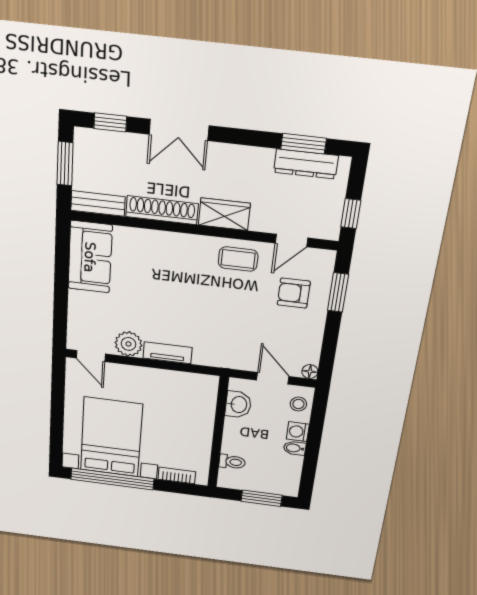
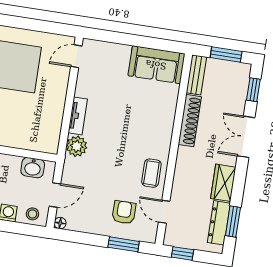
wardrobe: (224, 214) -> (223, 183), moved, turned 180
plant: (128, 344) -> (77, 146), moved

